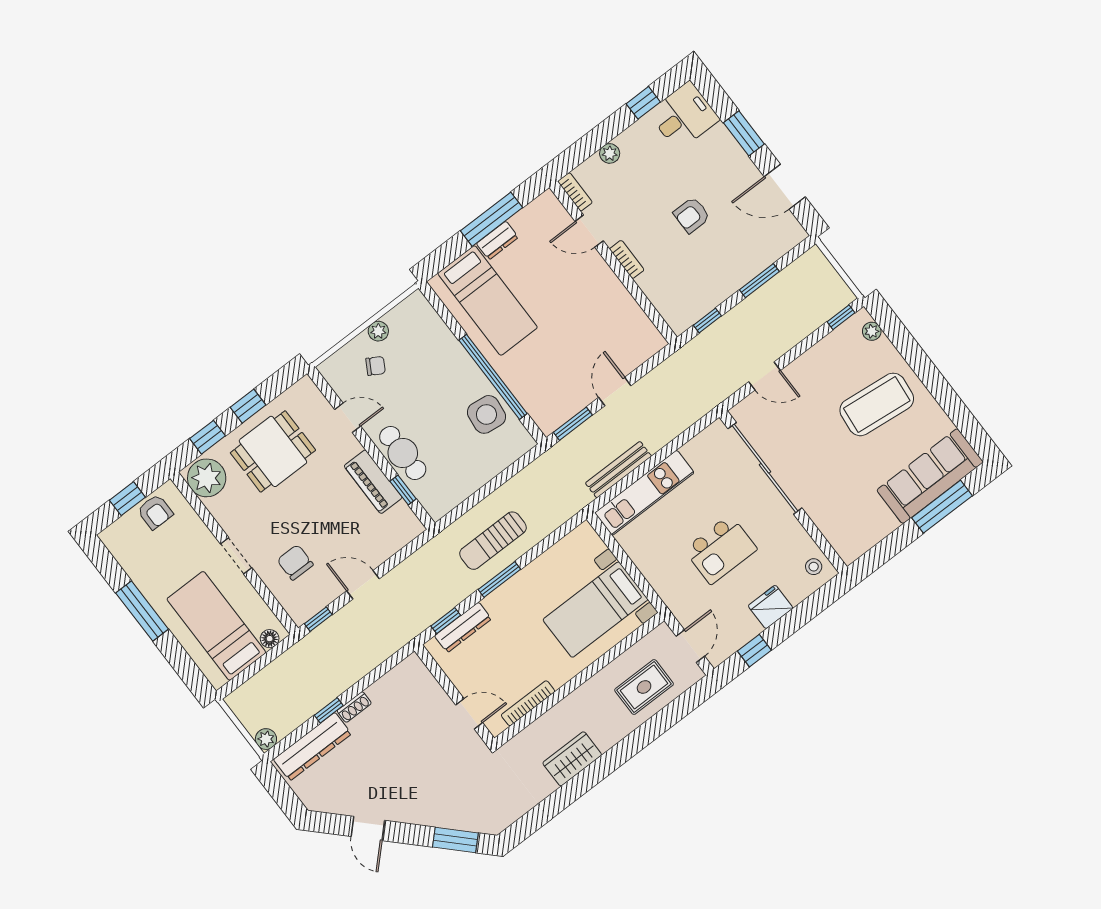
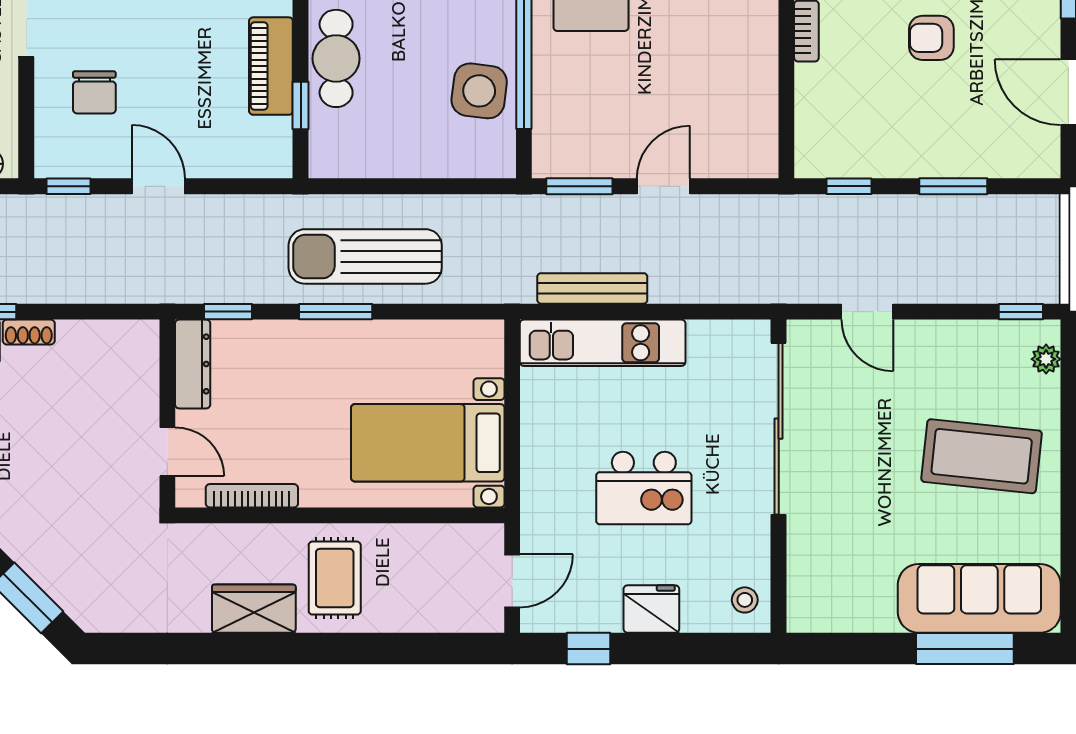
sun lounger: (493, 541) -> (365, 256), width x1.36, depth x1.34
chair: (295, 562) -> (94, 92), turned 180
dresser: (463, 627) -> (193, 364), moved, turned -90
rug: (644, 687) -> (335, 578), moved, turned 90

